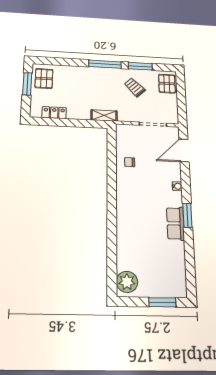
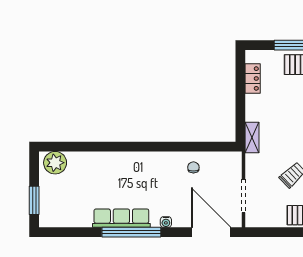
door: (184, 151) -> (211, 232), width x1.36
window: (187, 215) -> (131, 232), width x2.11
row of seats: (175, 223) -> (121, 218), width x1.48

